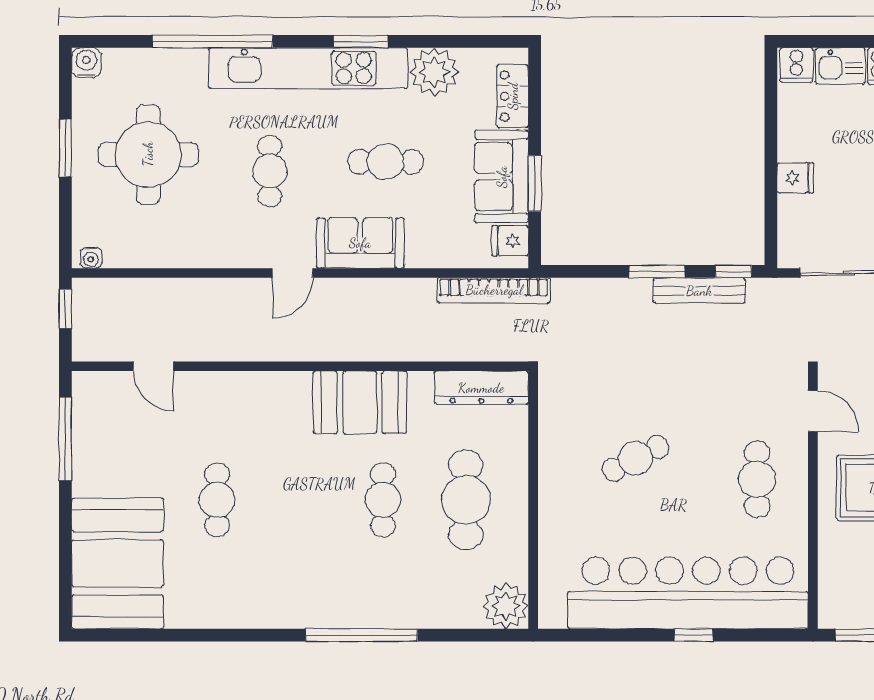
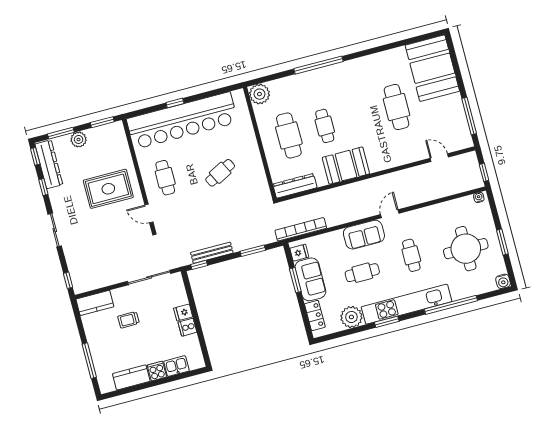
cooker: (796, 65) -> (187, 327), moved, turned -90
window: (657, 271) -> (253, 251), moved
cafe table: (217, 500) -> (397, 107), width x1.37, depth x1.35

